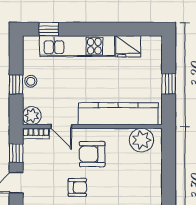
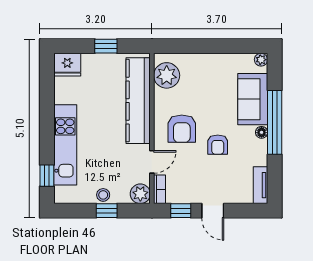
fridge: (128, 46) -> (67, 65), moved, turned 90
armchair: (77, 187) -> (218, 145), turned 180

